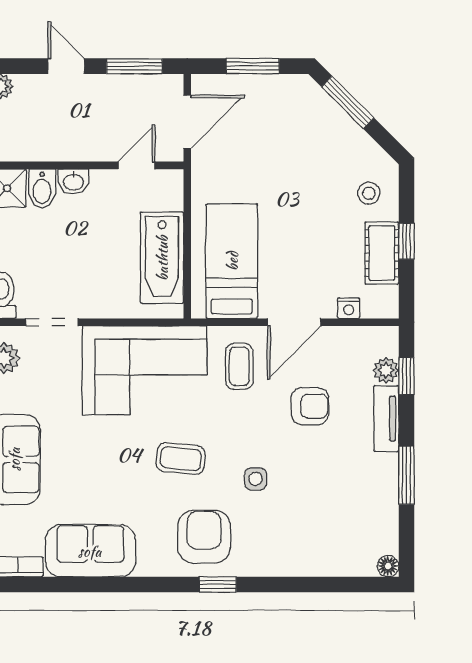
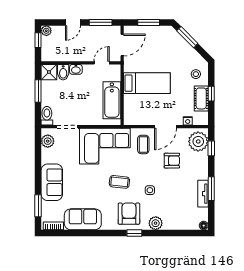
door: (66, 66) -> (73, 22), swing flipped
bed: (232, 261) -> (147, 83), moved, turned 90
plant: (386, 370) -> (198, 141), width x1.88, depth x1.88
tv unit: (386, 419) -> (203, 194), moved
plant: (270, 560) -> (156, 223), added

